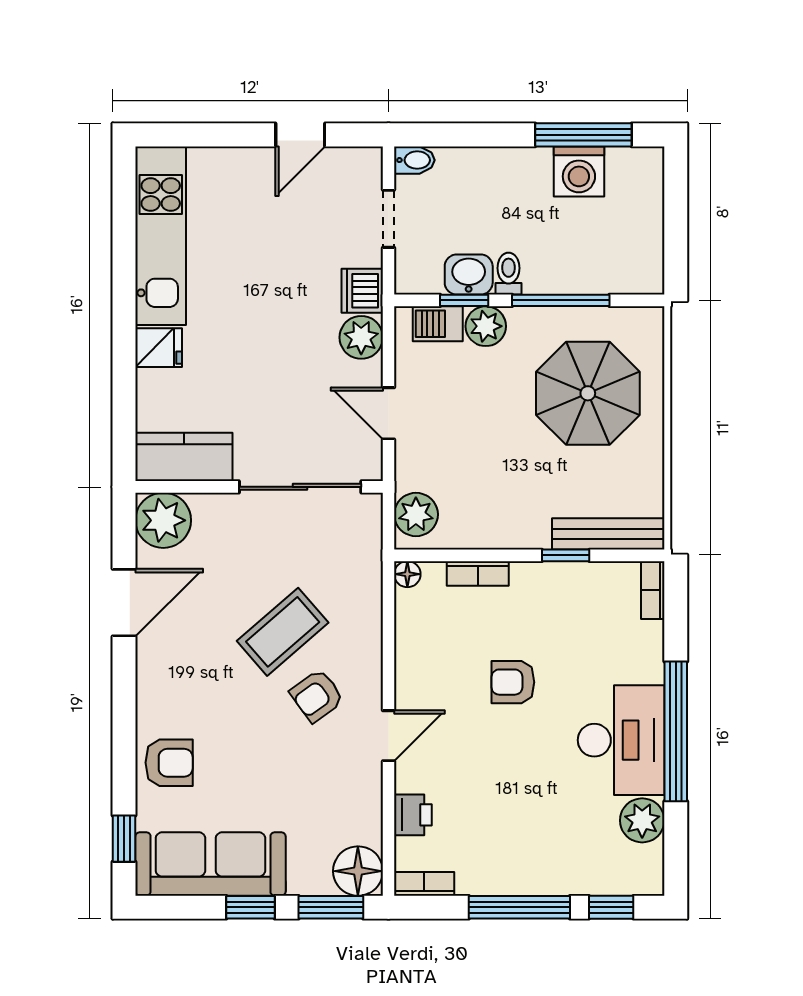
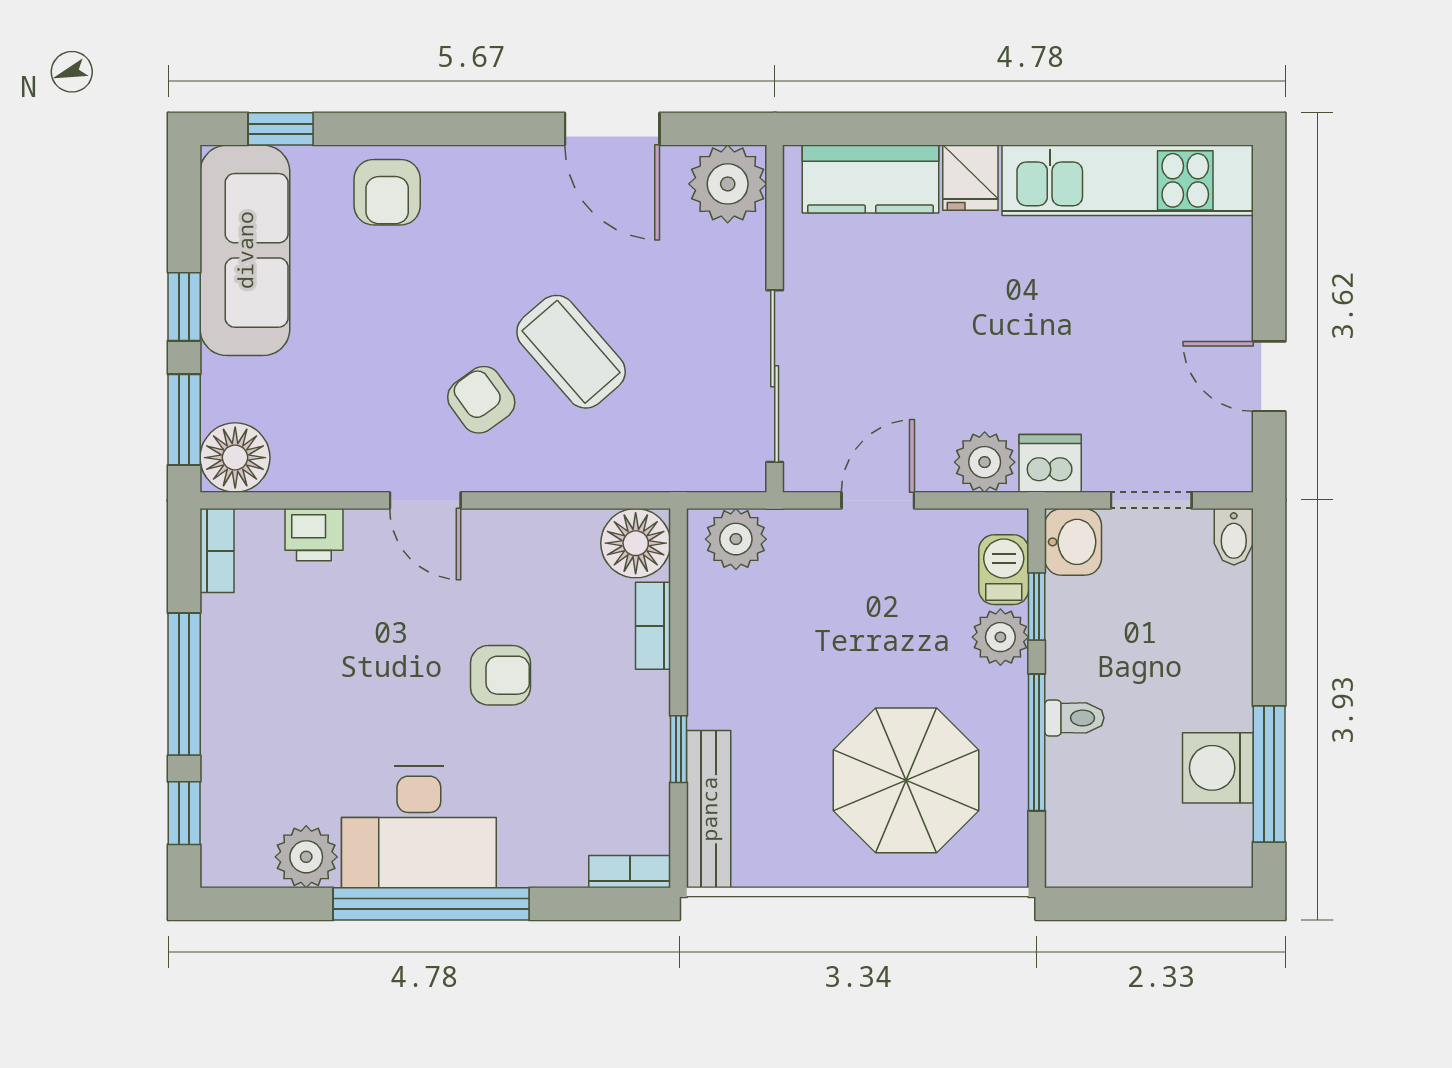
toilet: (508, 274) -> (1074, 718), moved
washbasin: (469, 275) -> (1073, 542), moved
kitchen counter: (184, 457) -> (871, 179), moved, turned 90
floor lamp: (407, 574) -> (636, 543), width x1.89, depth x1.89
armchair: (513, 682) -> (500, 675), turned 90

